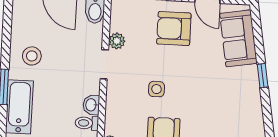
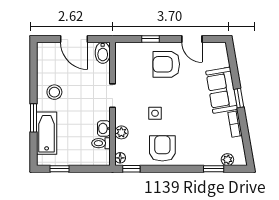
sofa: (238, 38) -> (222, 90), moved
plant: (117, 41) -> (121, 132), moved
bookcase: (256, 108) -> (235, 124), added

